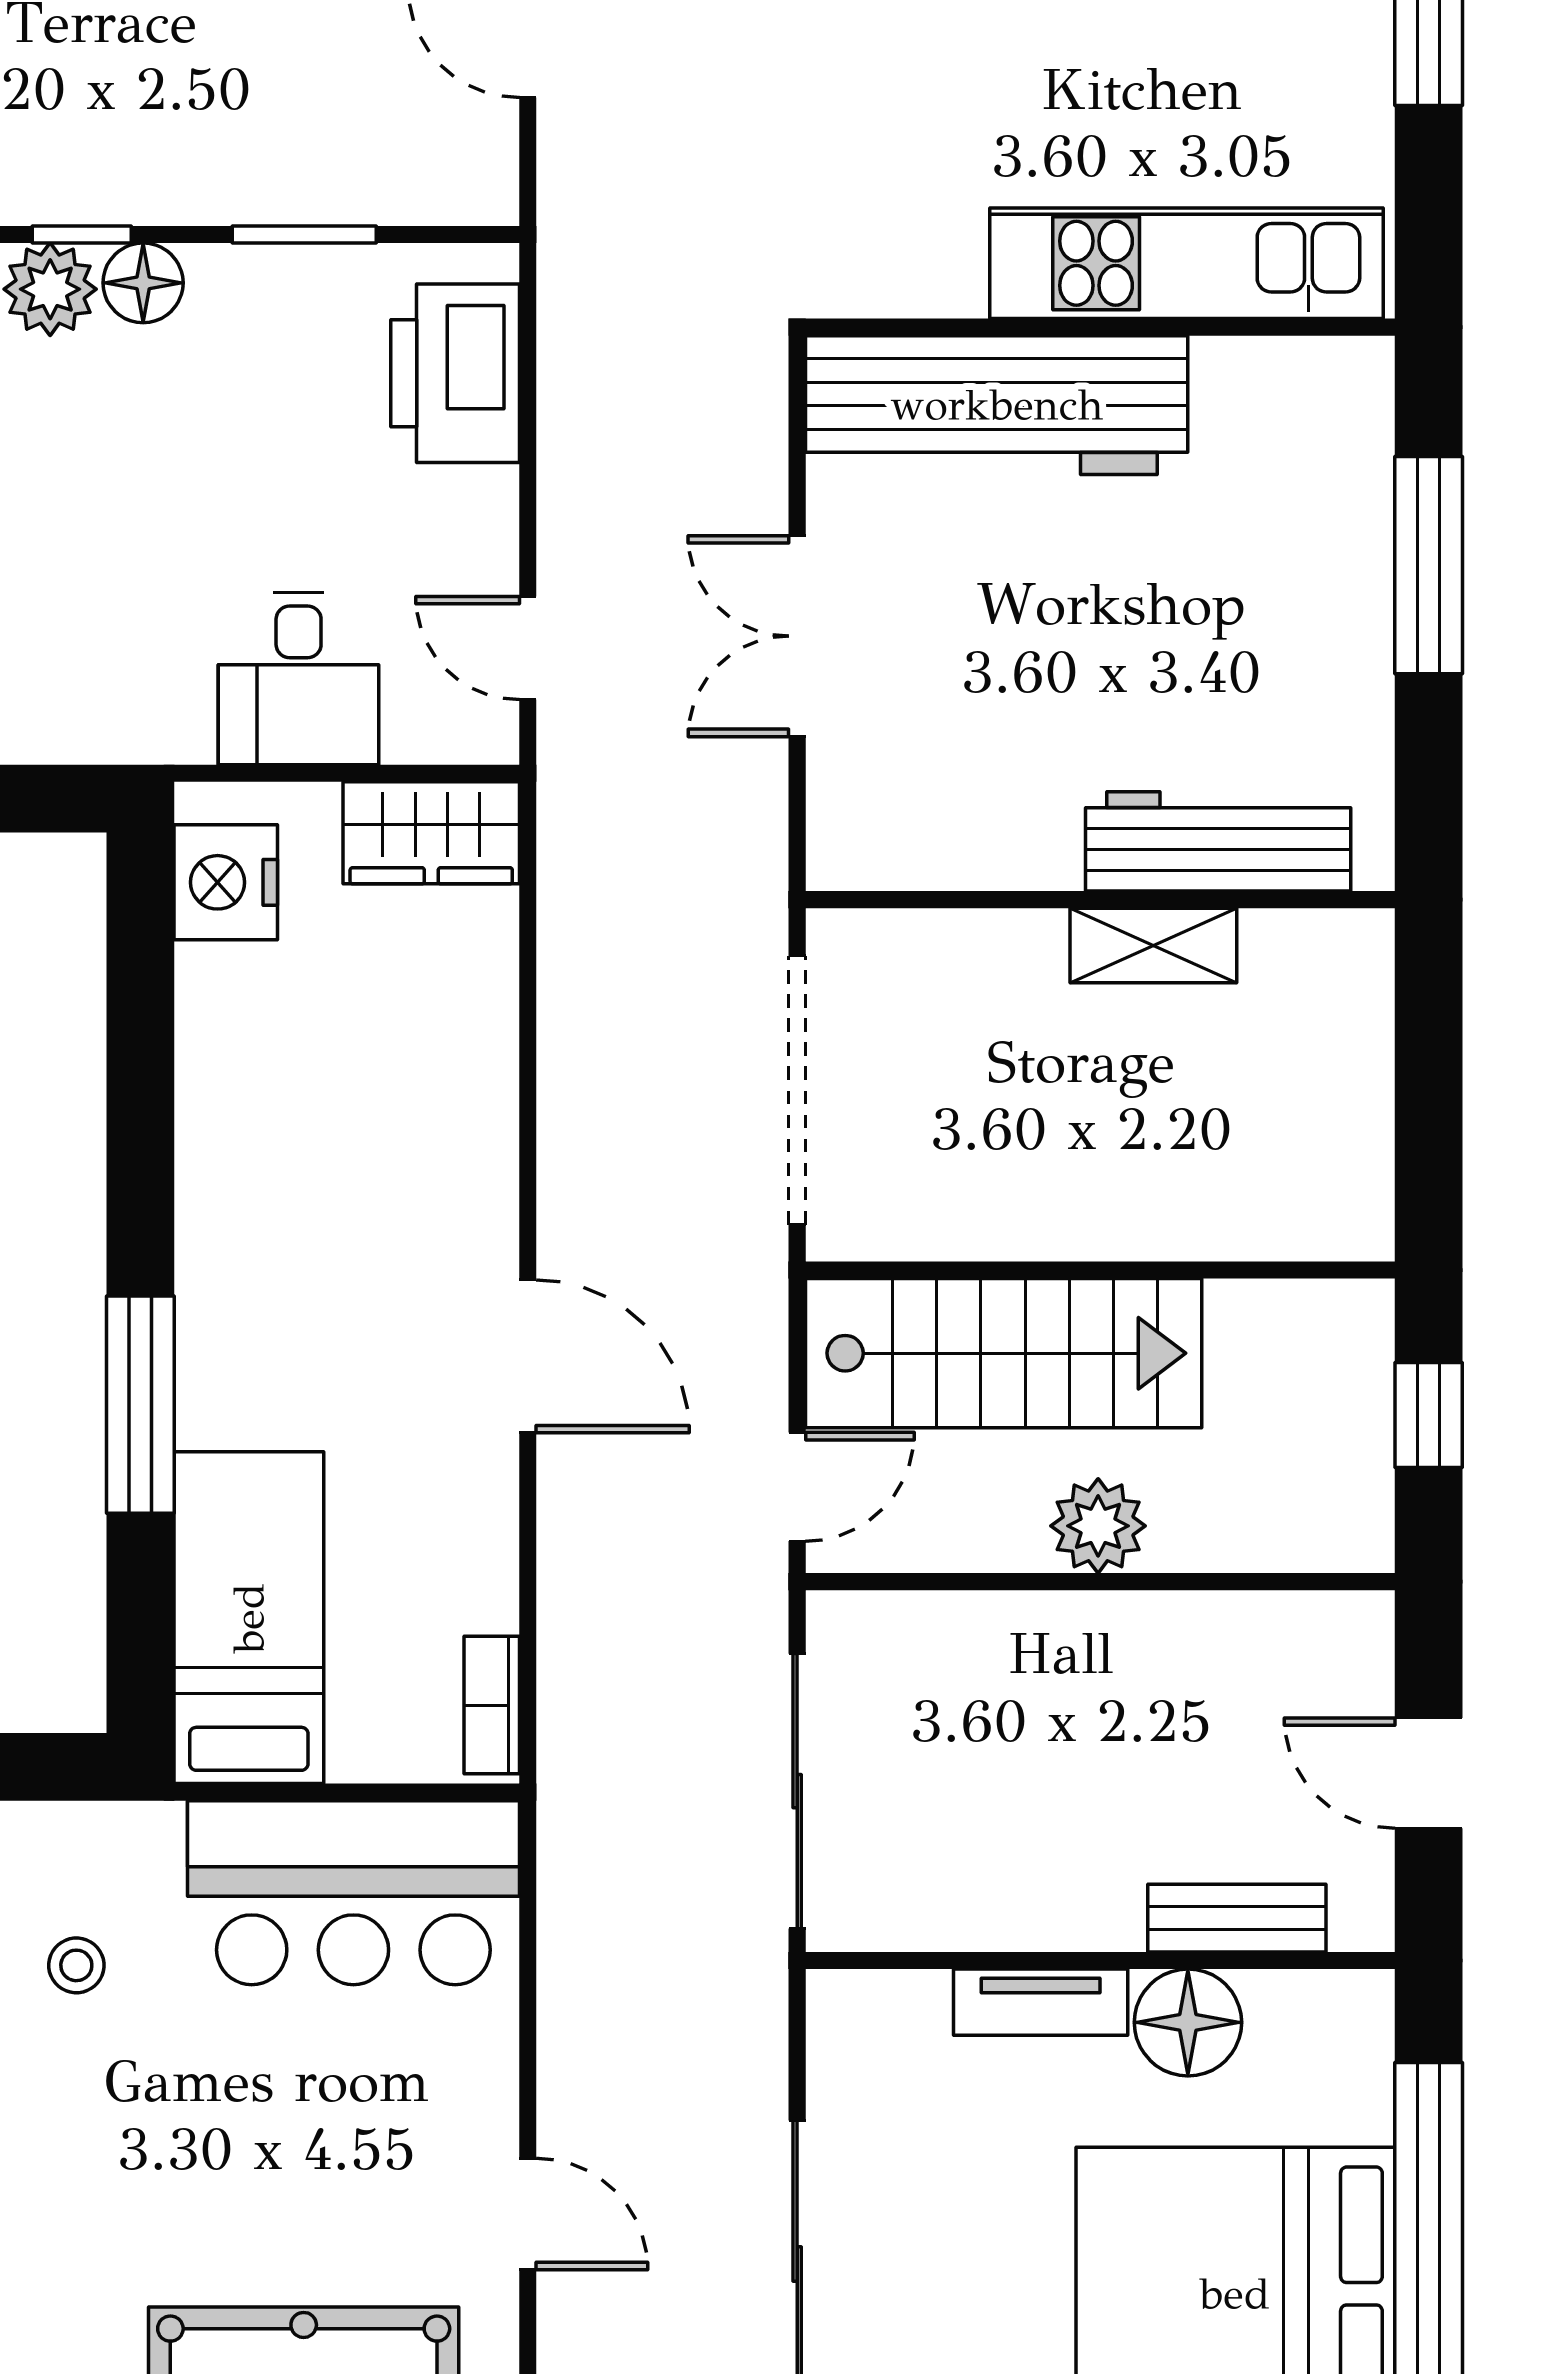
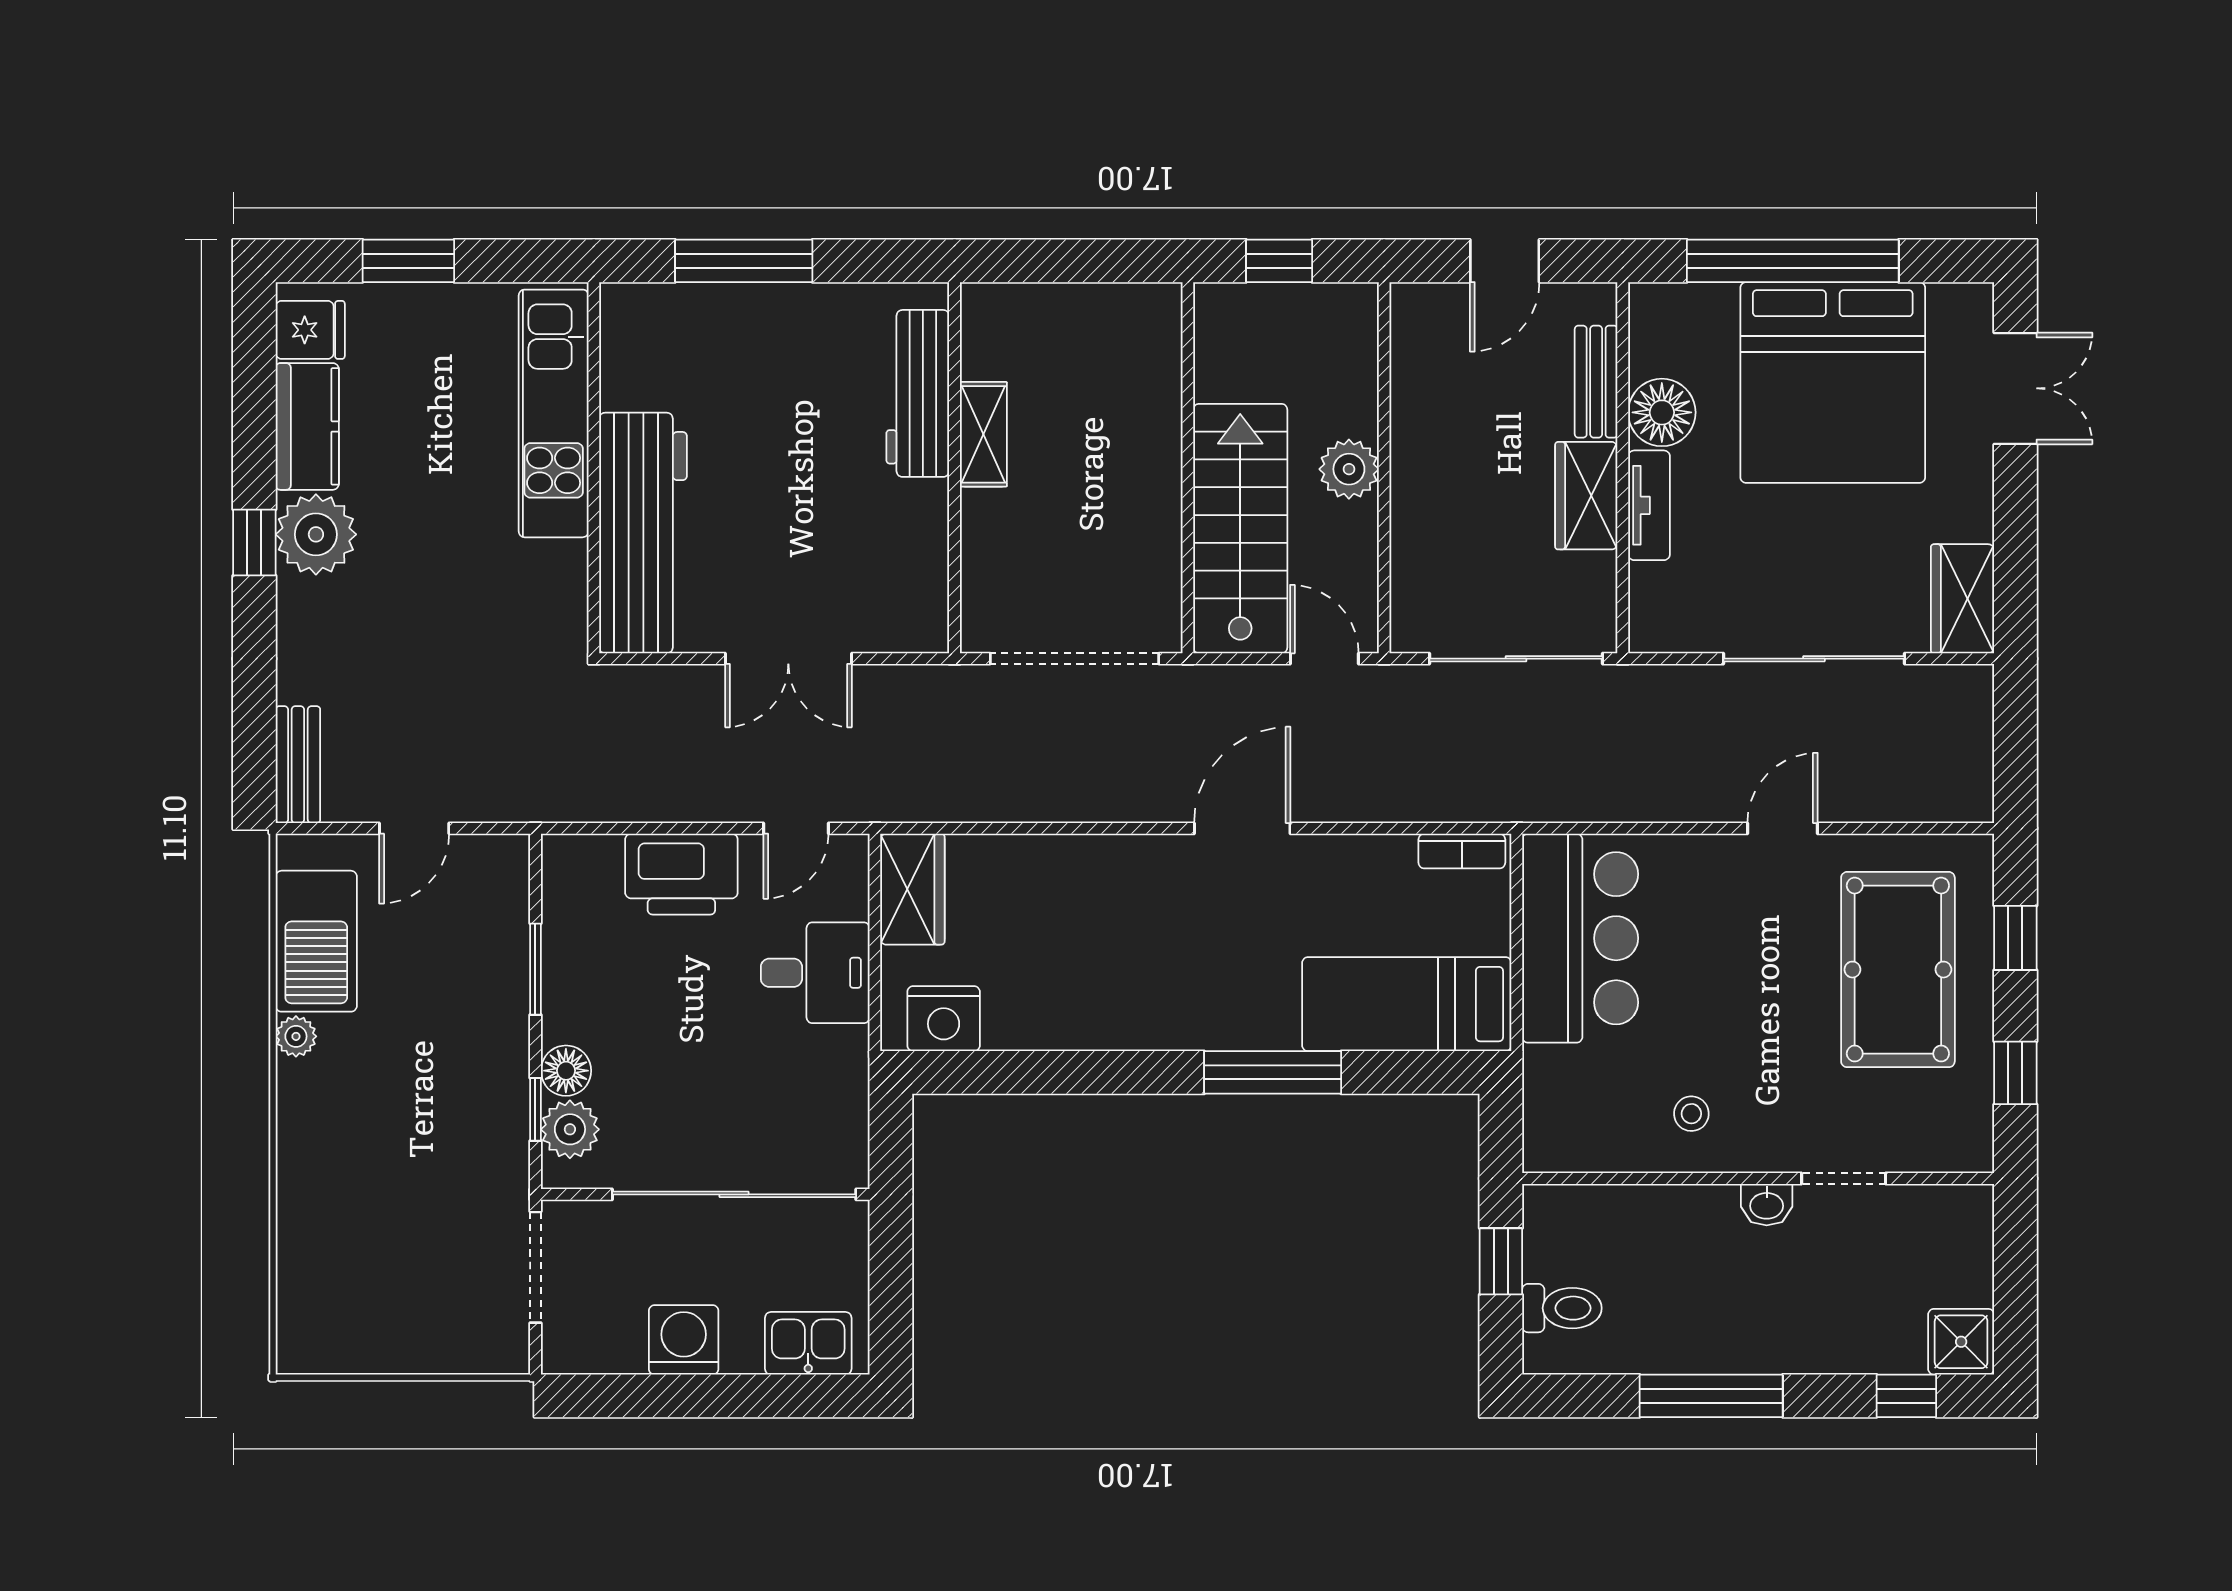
printer: (455, 373) -> (681, 874), moved
wardrobe: (1056, 1903) -> (1586, 496), added
stool: (76, 1965) -> (1691, 1114), moved

